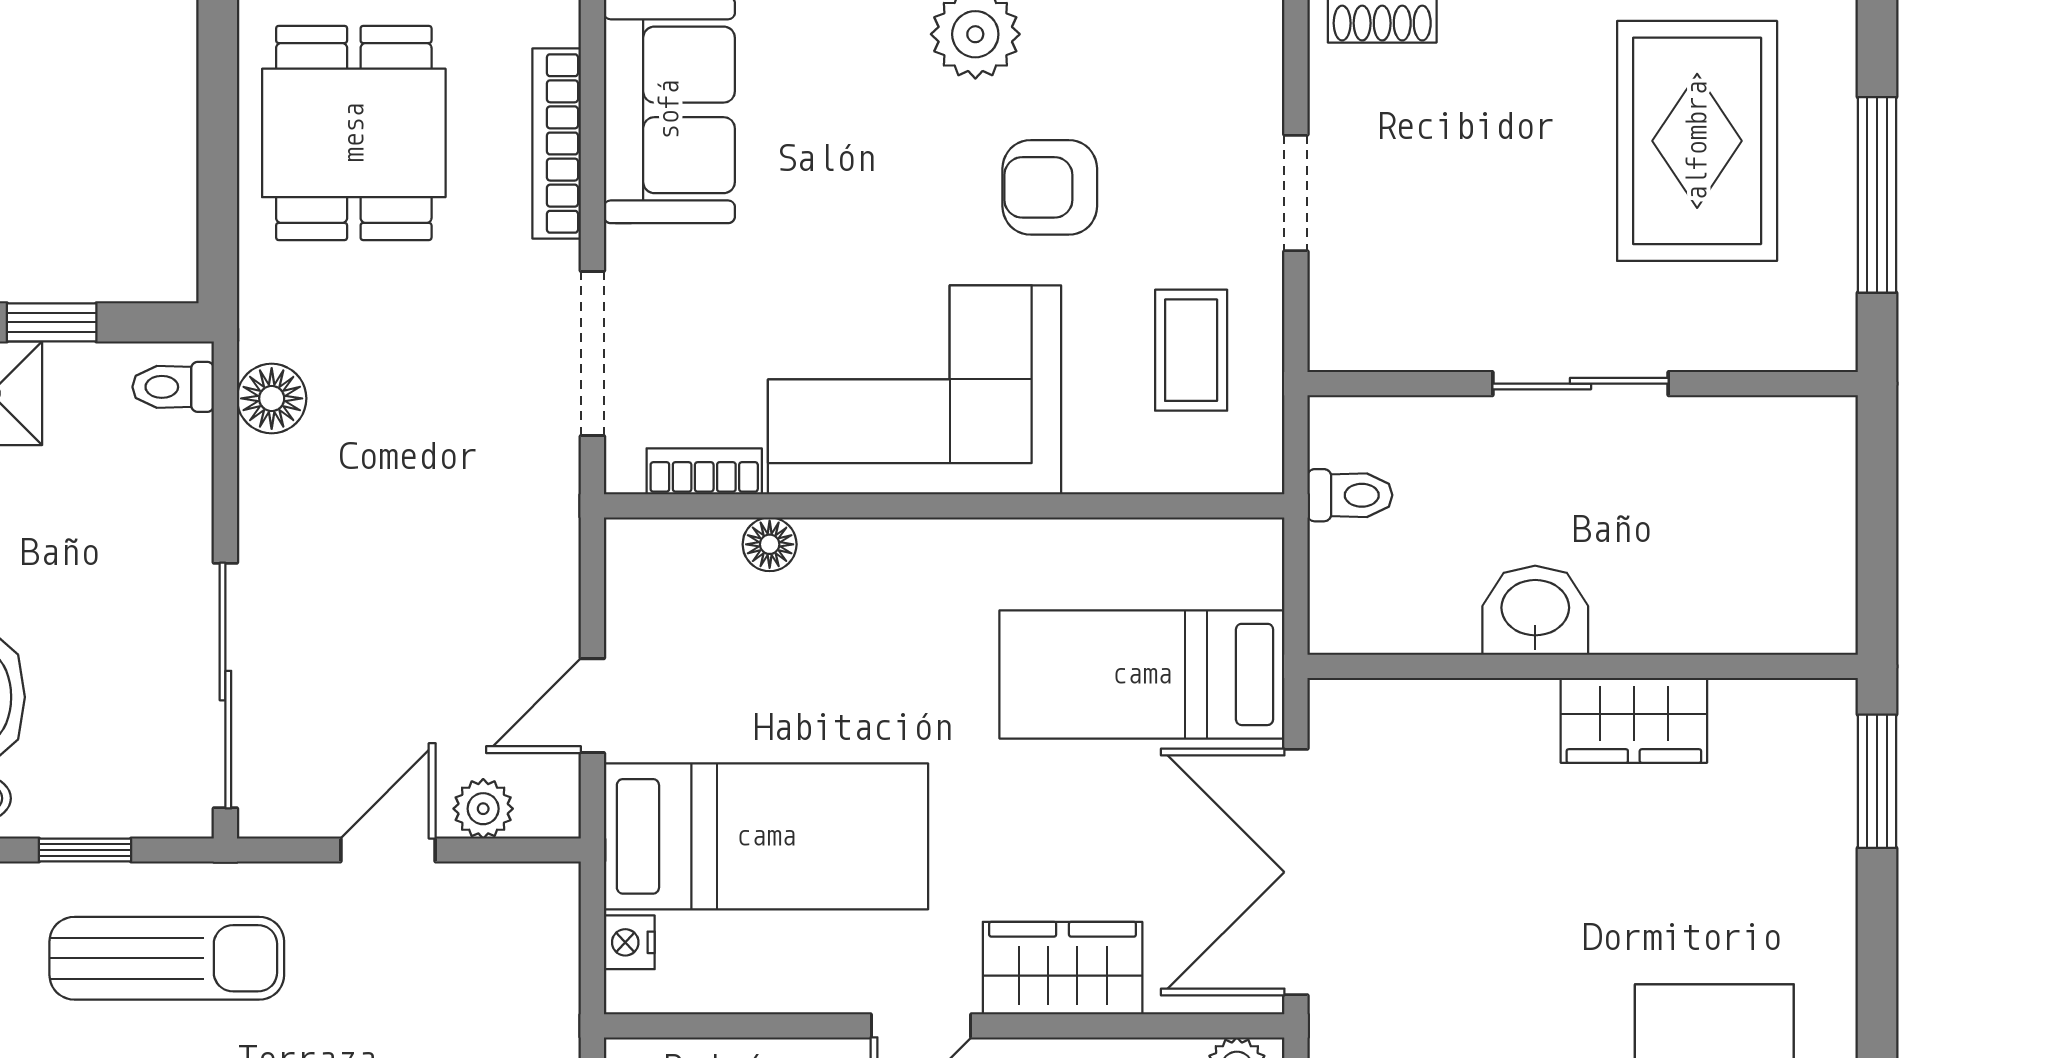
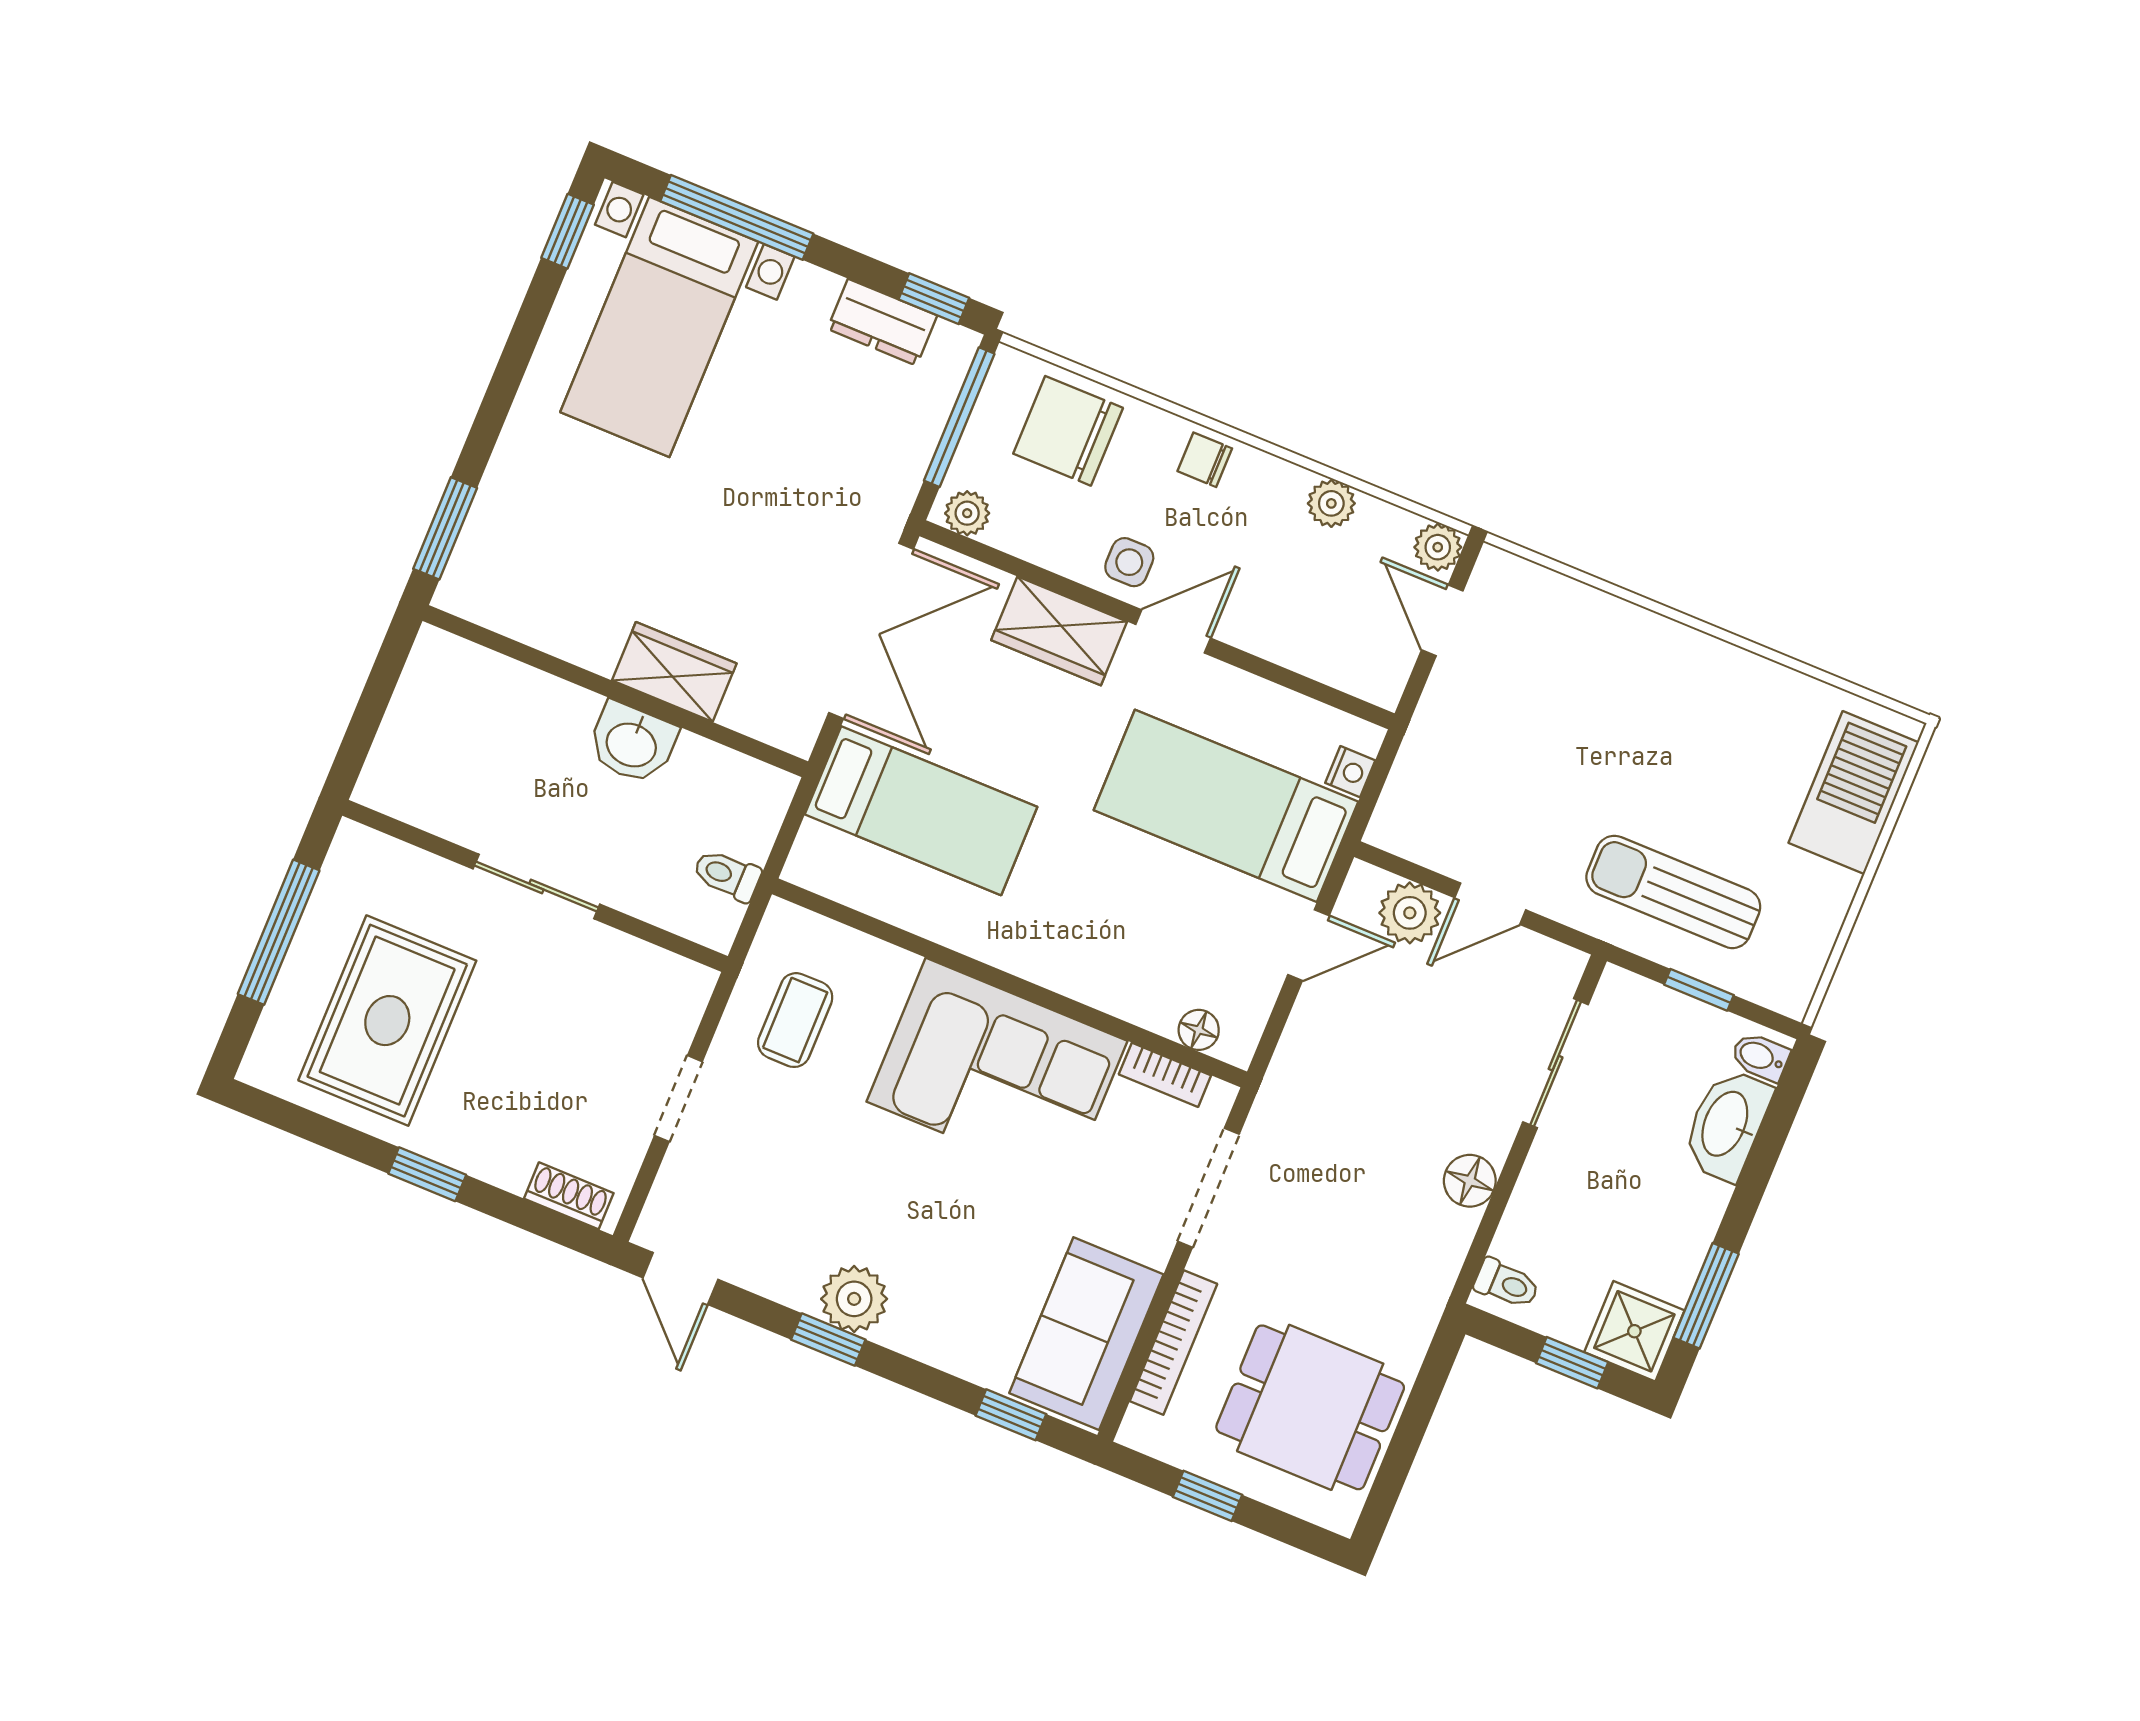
dining table: (354, 133) -> (1310, 1407), turned 90
armchair: (1050, 187) -> (846, 1172), removed
floor lamp: (272, 398) -> (1470, 1181), moved
floor lamp: (770, 544) -> (1199, 1030), moved
sliding door: (225, 686) -> (1556, 1063), width x0.73
wardrobe: (1634, 720) -> (674, 672), moved
plant: (483, 809) -> (1410, 913), width x1.38, depth x1.38

